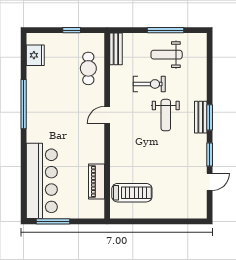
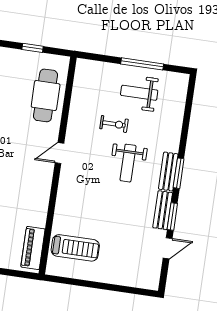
bench: (116, 49) -> (163, 210), moved
cafe table: (88, 68) -> (46, 95), width x1.37, depth x1.35
exercise bike: (149, 84) -> (114, 124), width x0.73, depth x0.72
piano: (96, 182) -> (33, 248), moved

